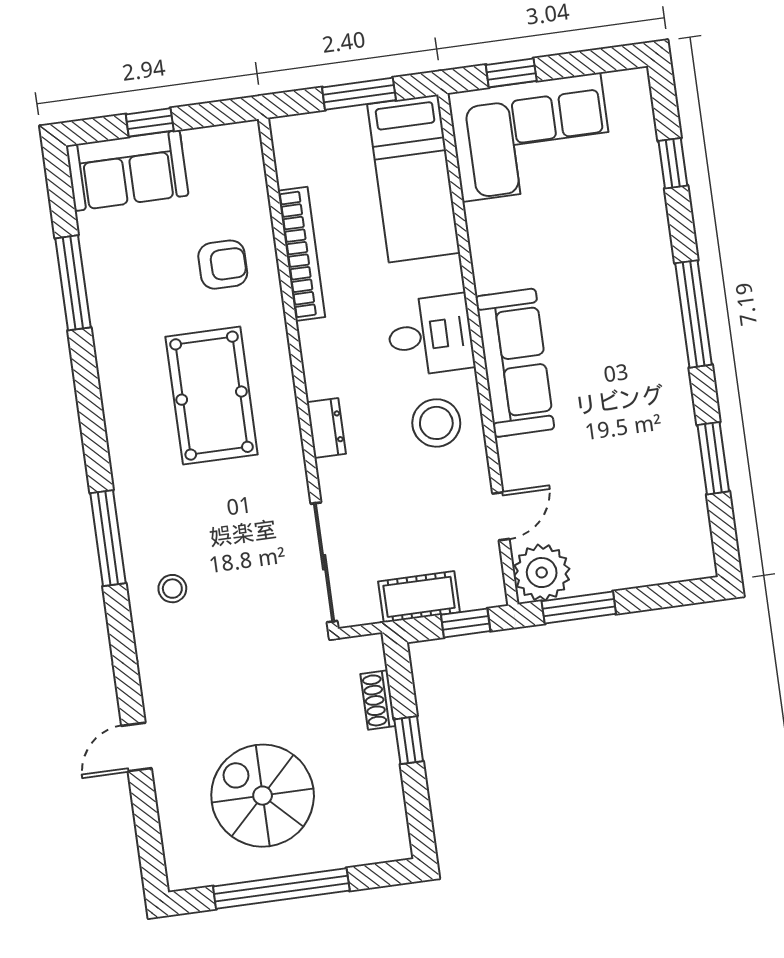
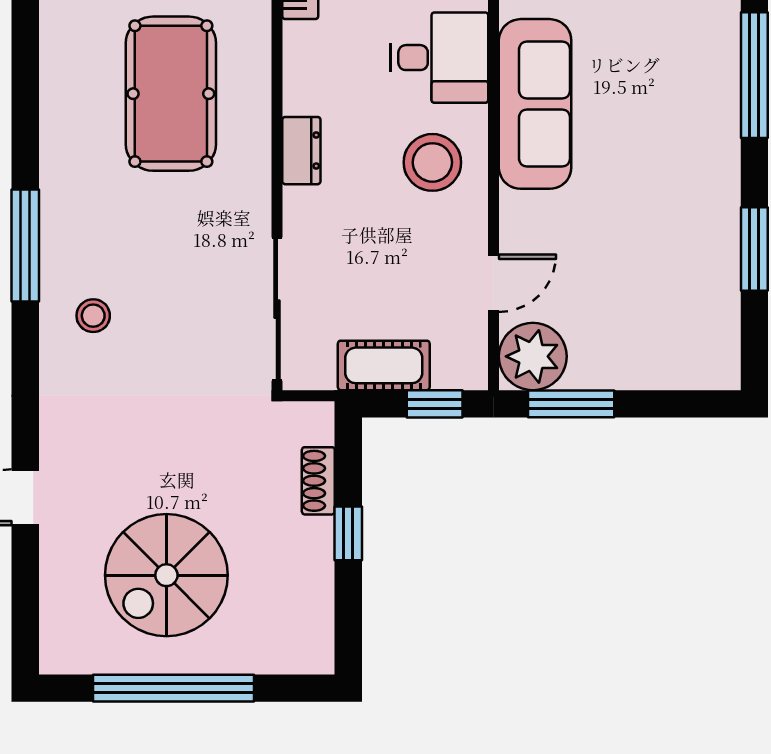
spiral stairs: (263, 796) -> (166, 575), turned -90

